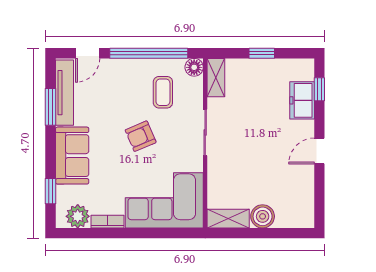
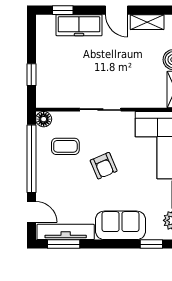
window: (262, 53) -> (31, 75), moved
shelving: (216, 78) -> (147, 22), moved
freezer: (302, 100) -> (79, 25), width x1.40
window: (51, 107) -> (64, 244), moved

